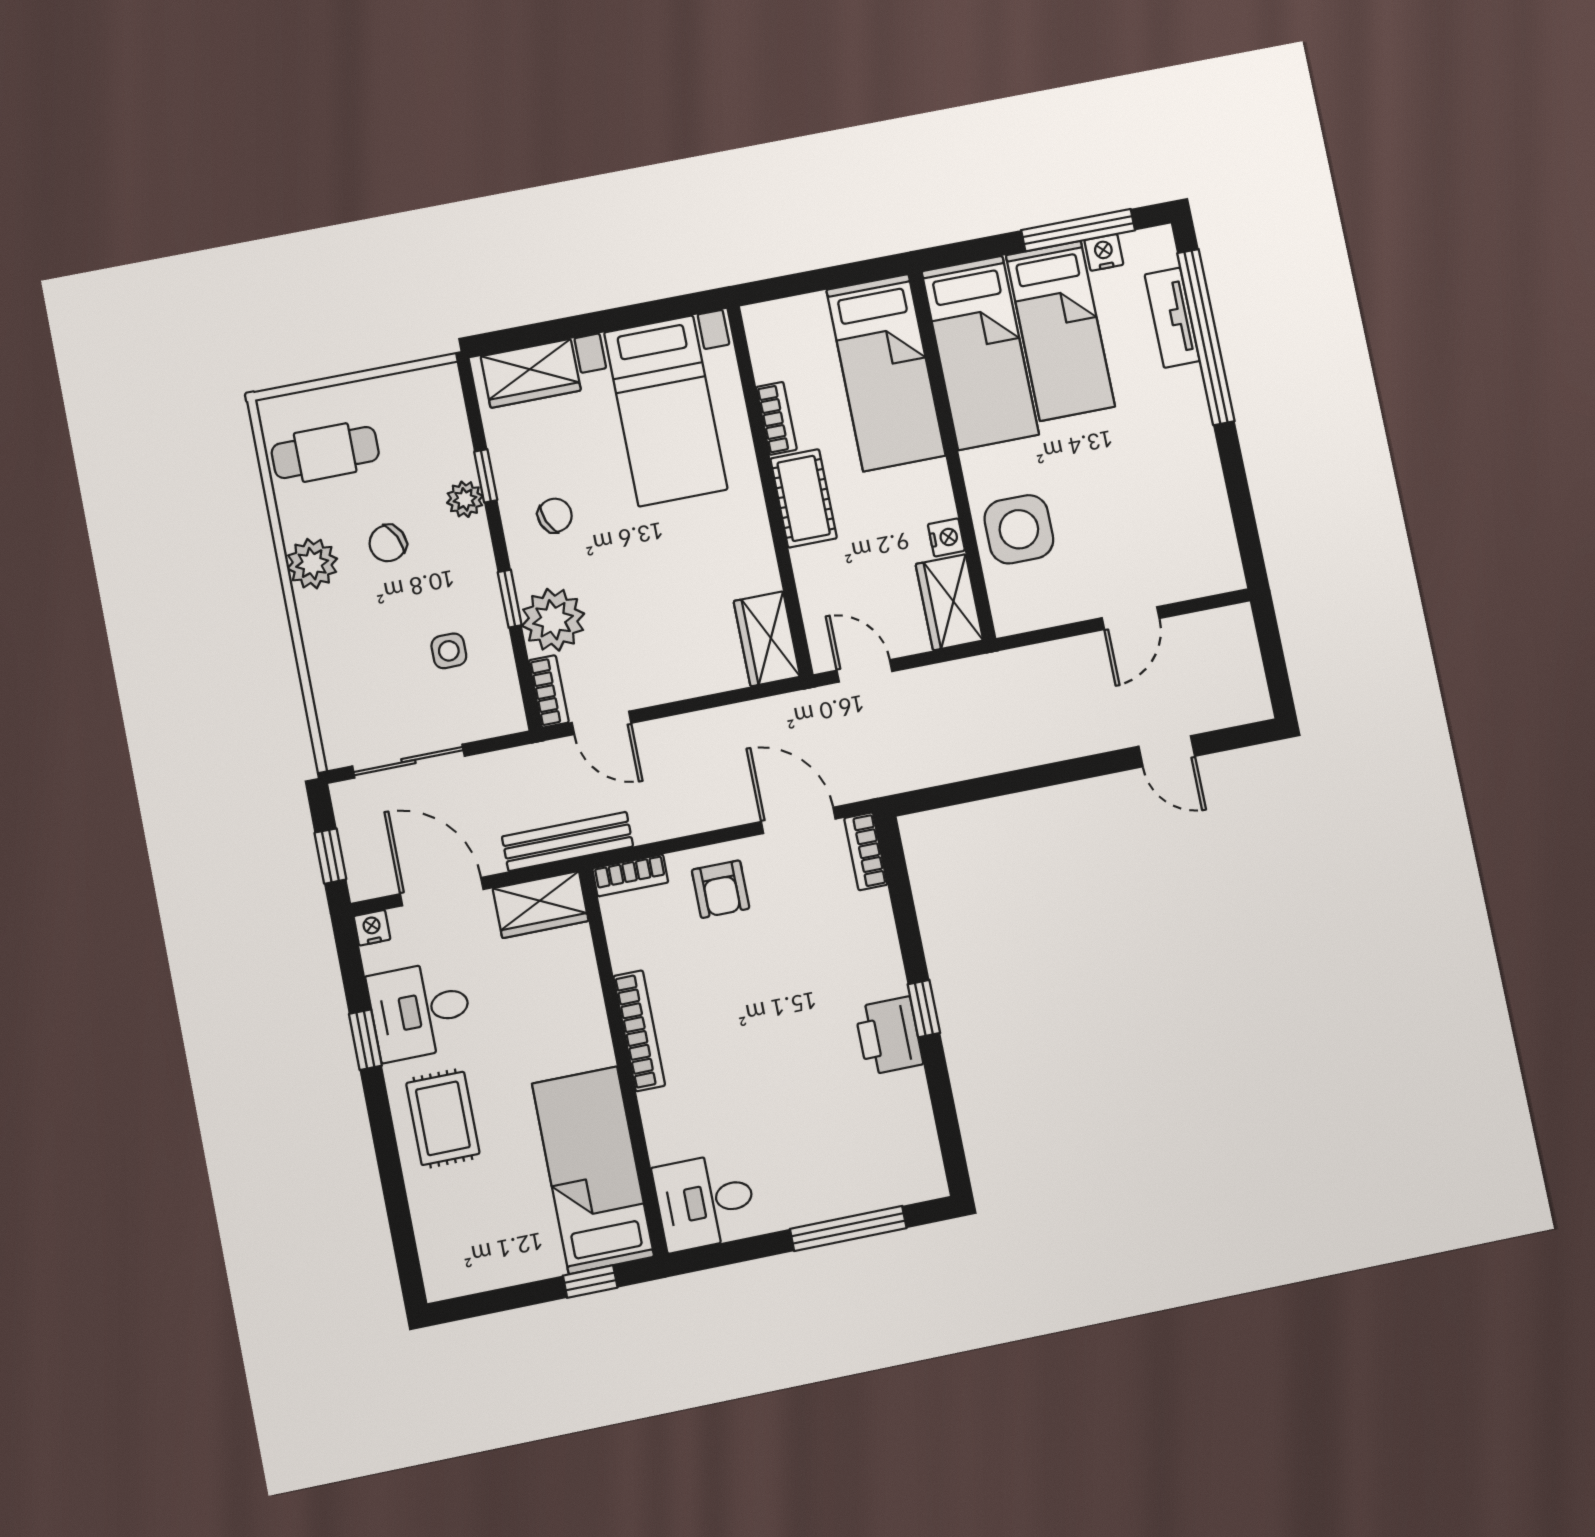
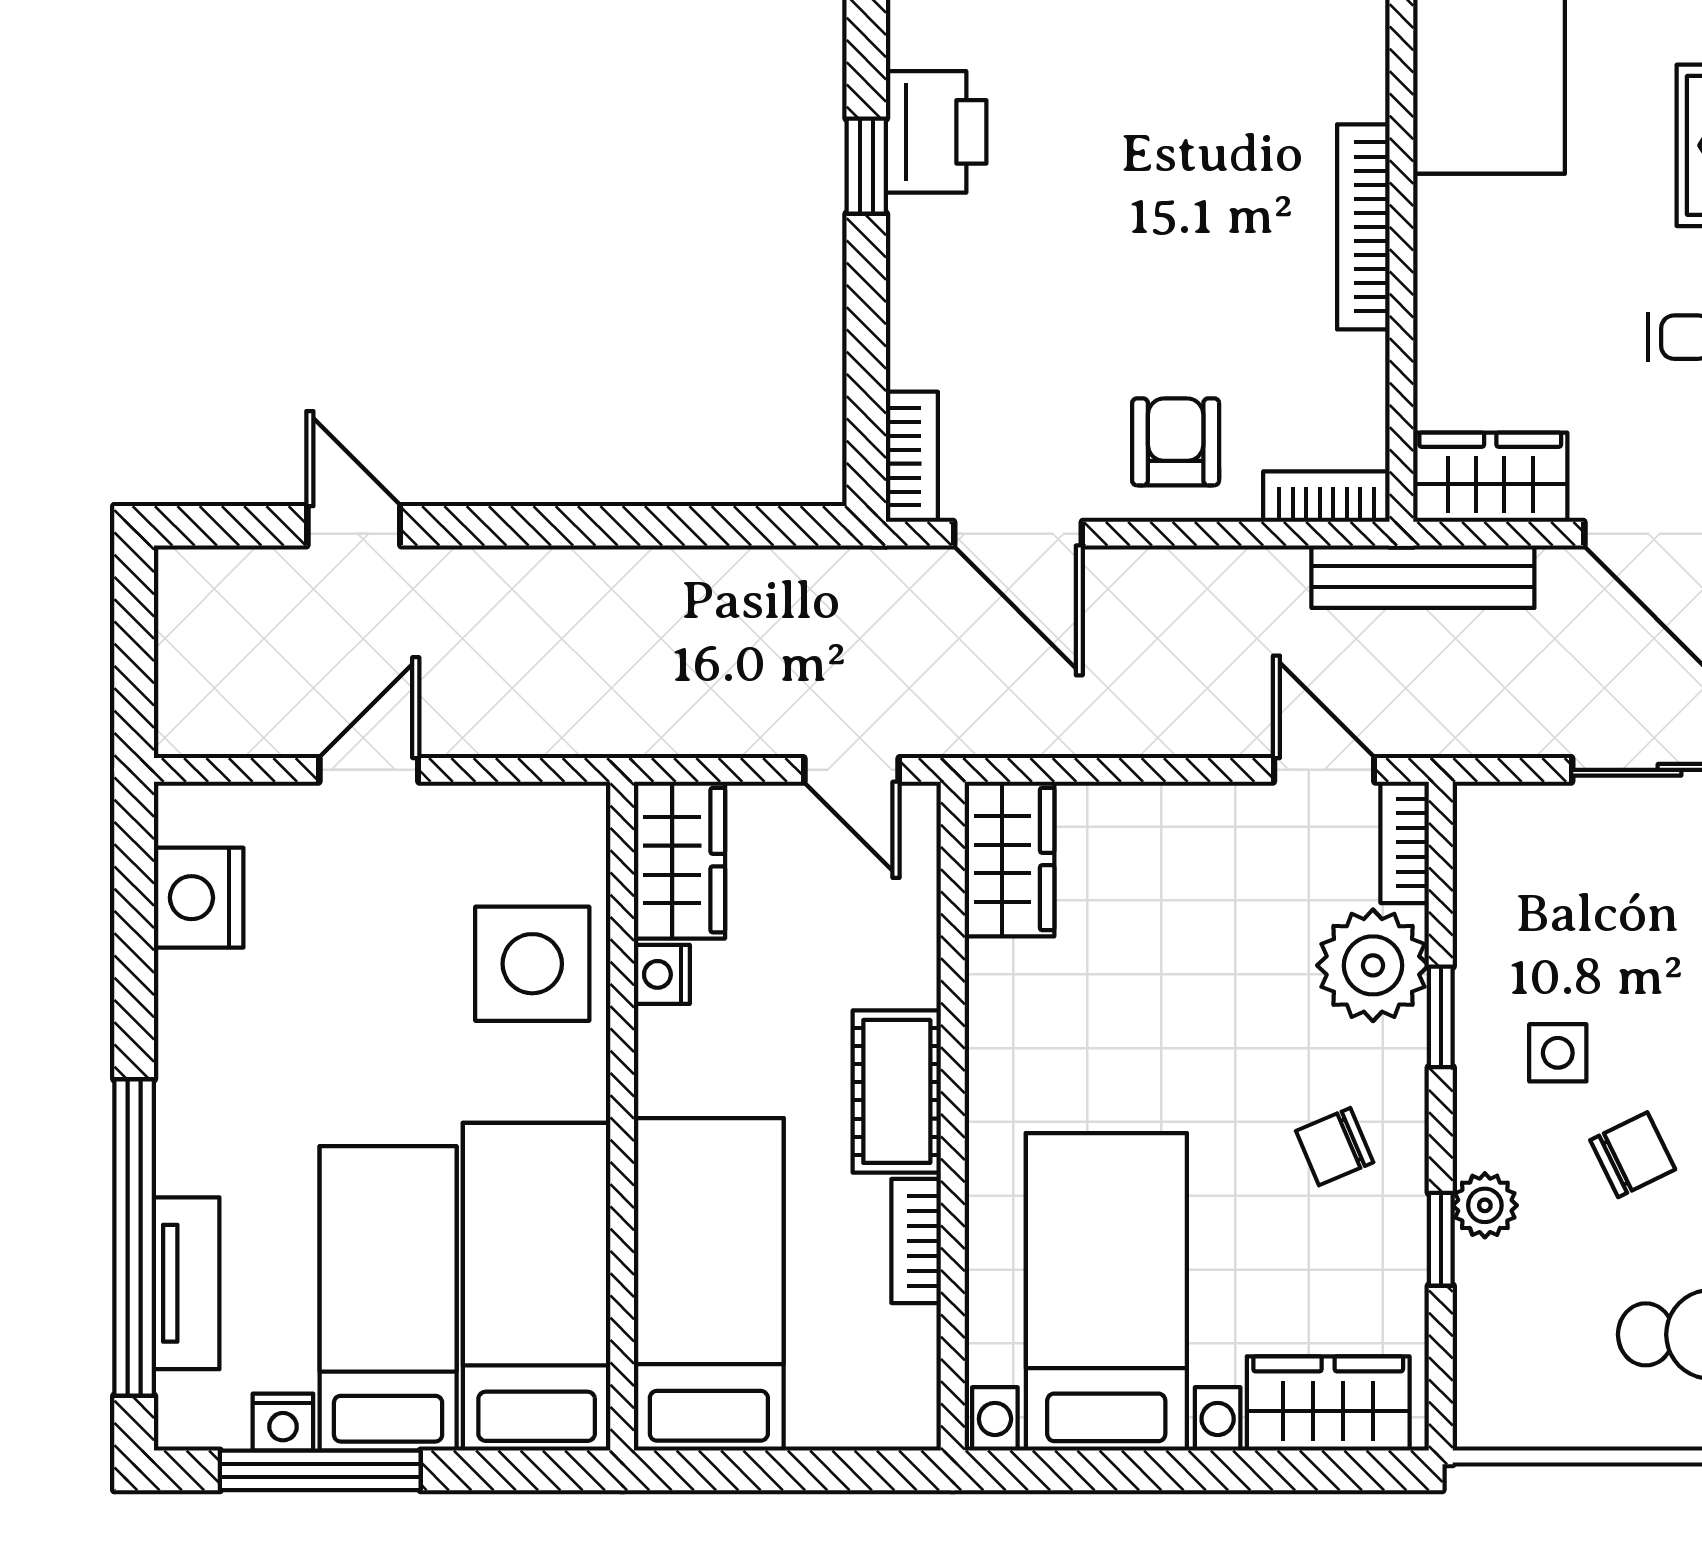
nightstand: (1209, 530) -> (199, 898), added
side table: (449, 651) -> (1558, 1053), moved

